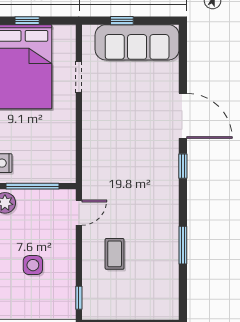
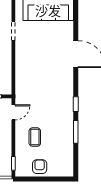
window: (183, 166) -> (76, 104), moved
armchair: (123, 303) -> (40, 167), added

